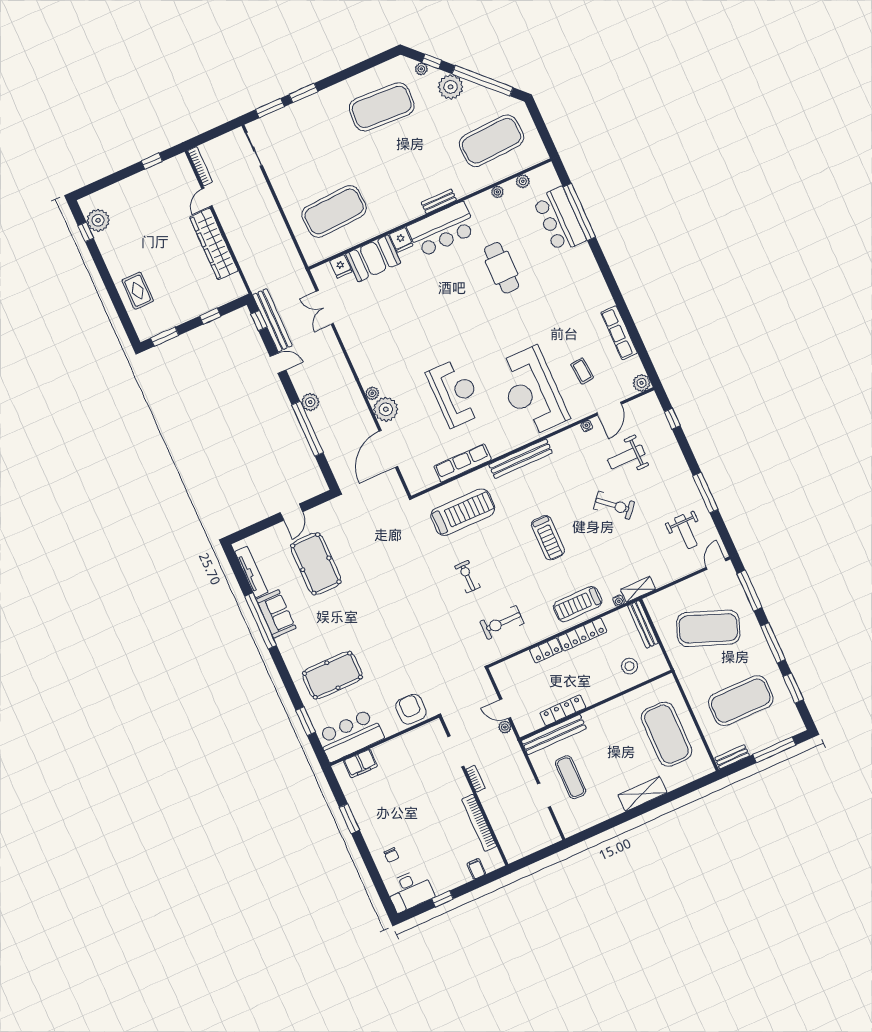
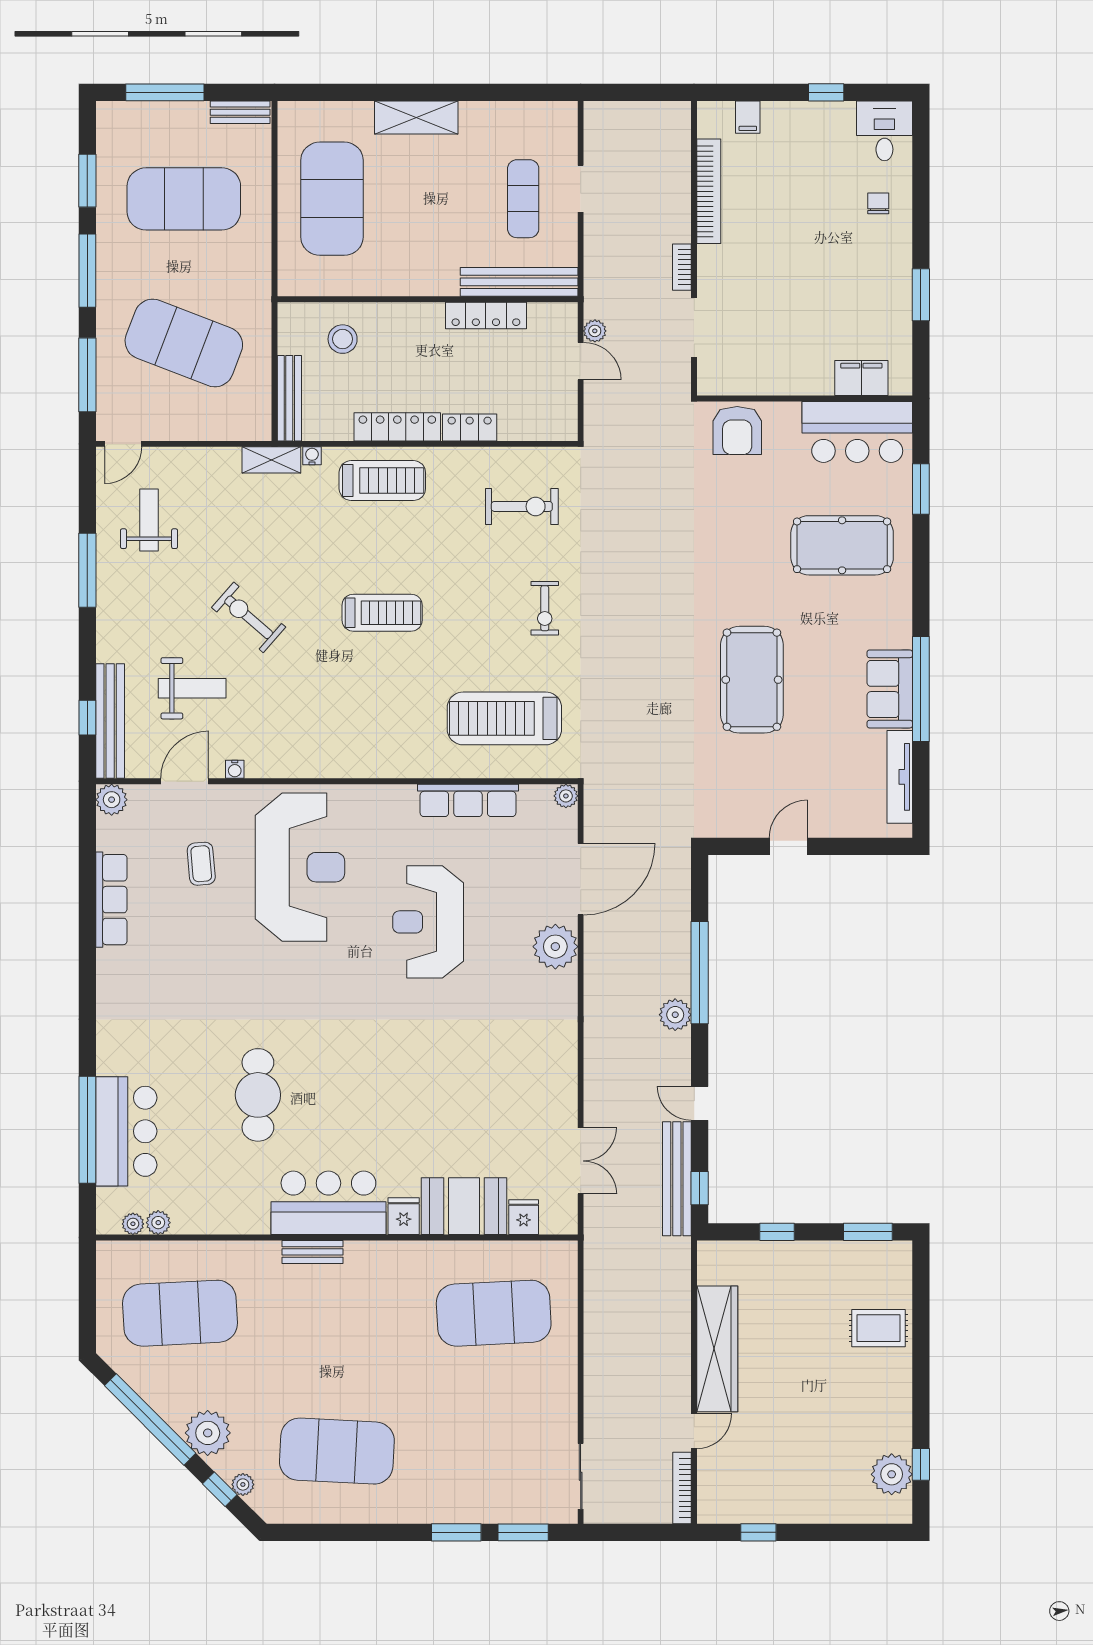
plant: (497, 192) -> (133, 1224), moved
rug: (138, 291) -> (878, 1328), turned 90
plant: (372, 393) -> (566, 796), moved
bench: (521, 459) -> (110, 721), moved, turned 90
treadmill: (548, 538) -> (382, 613), turned 90
pool table: (316, 564) -> (752, 680), moved
desk: (410, 890) -> (884, 131), width x0.73

